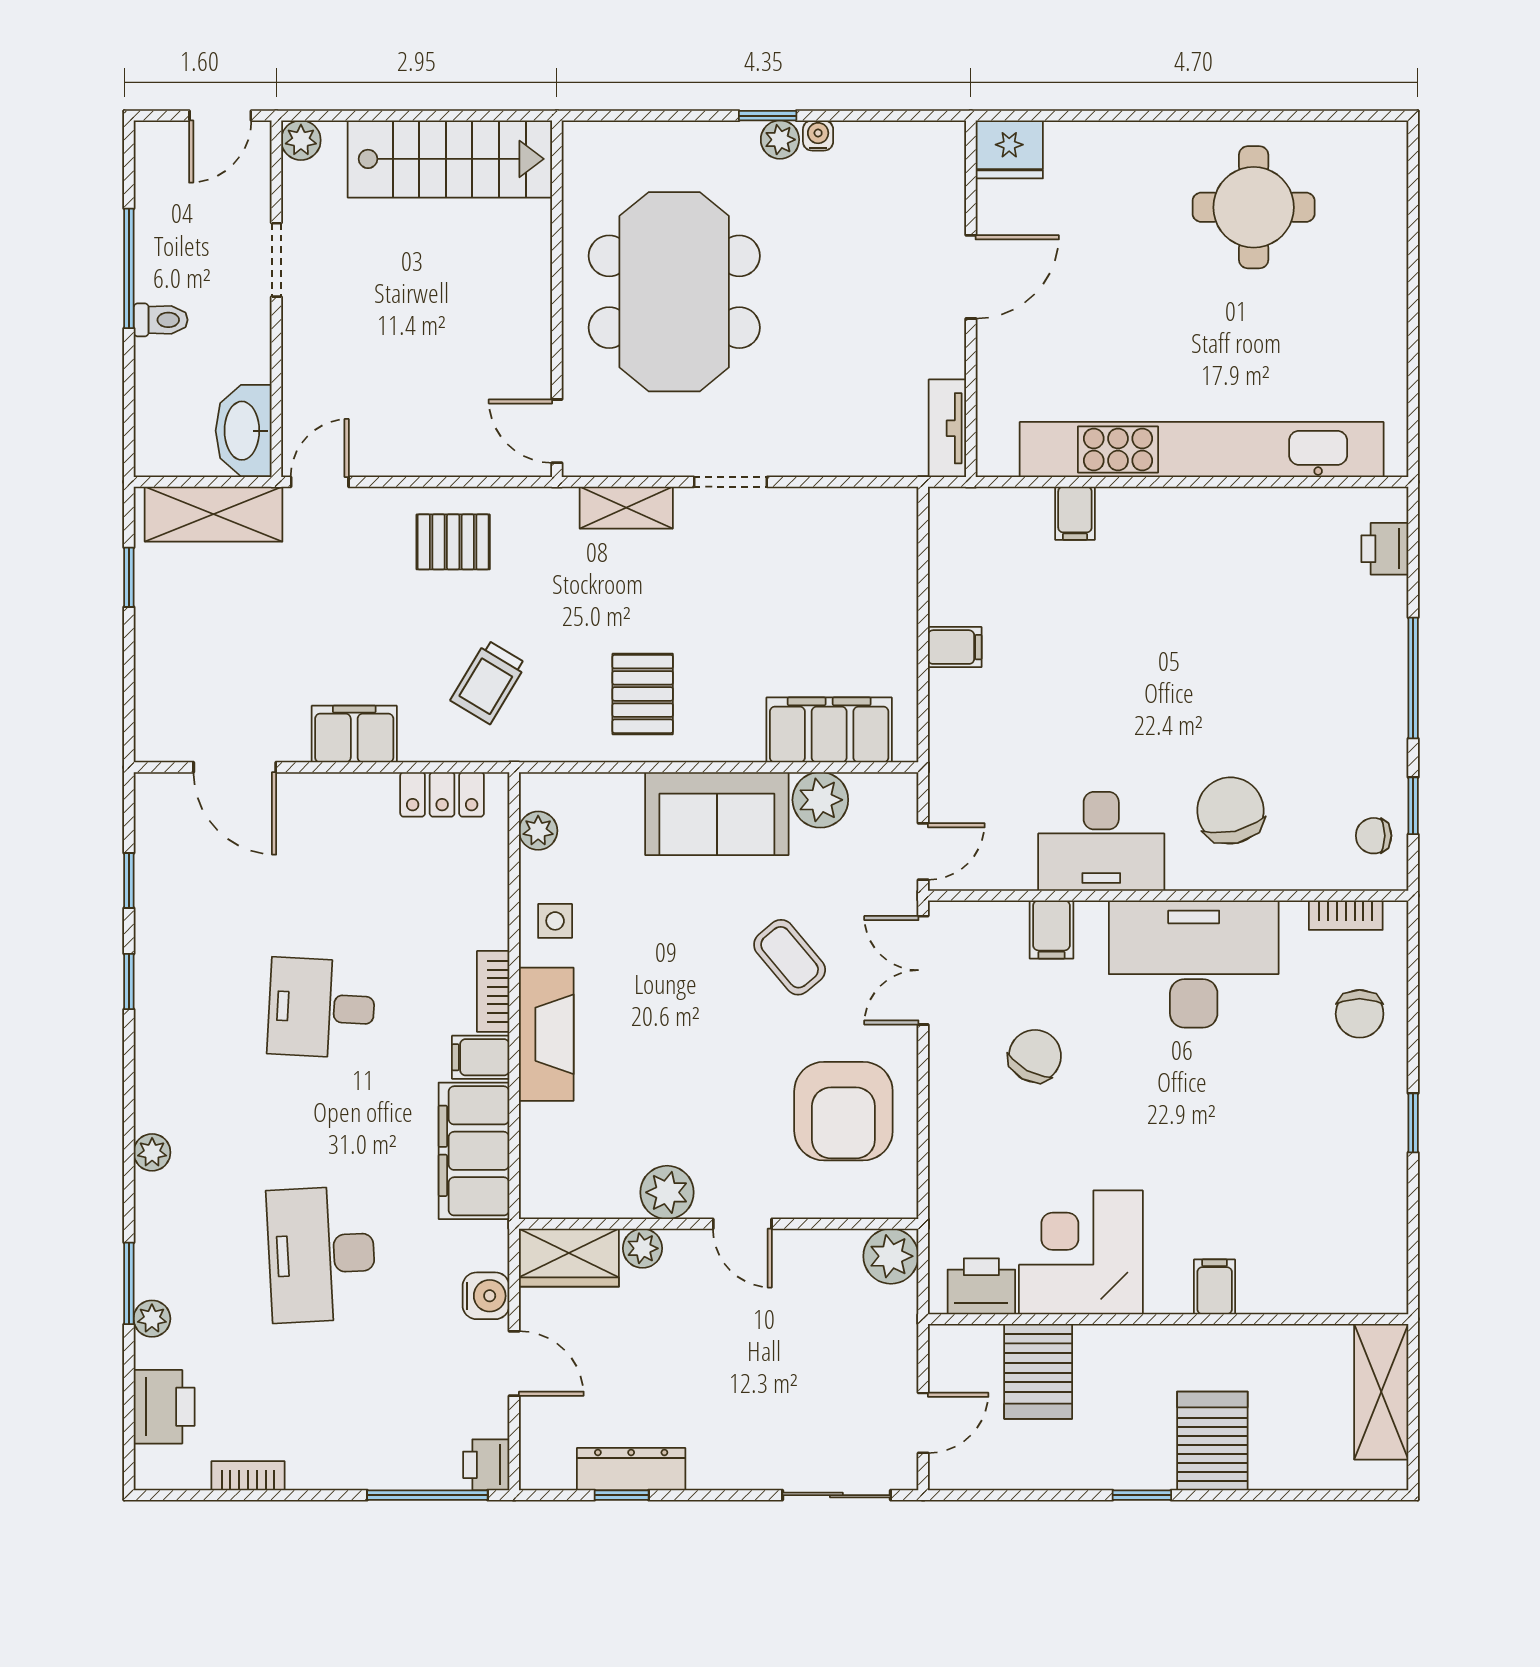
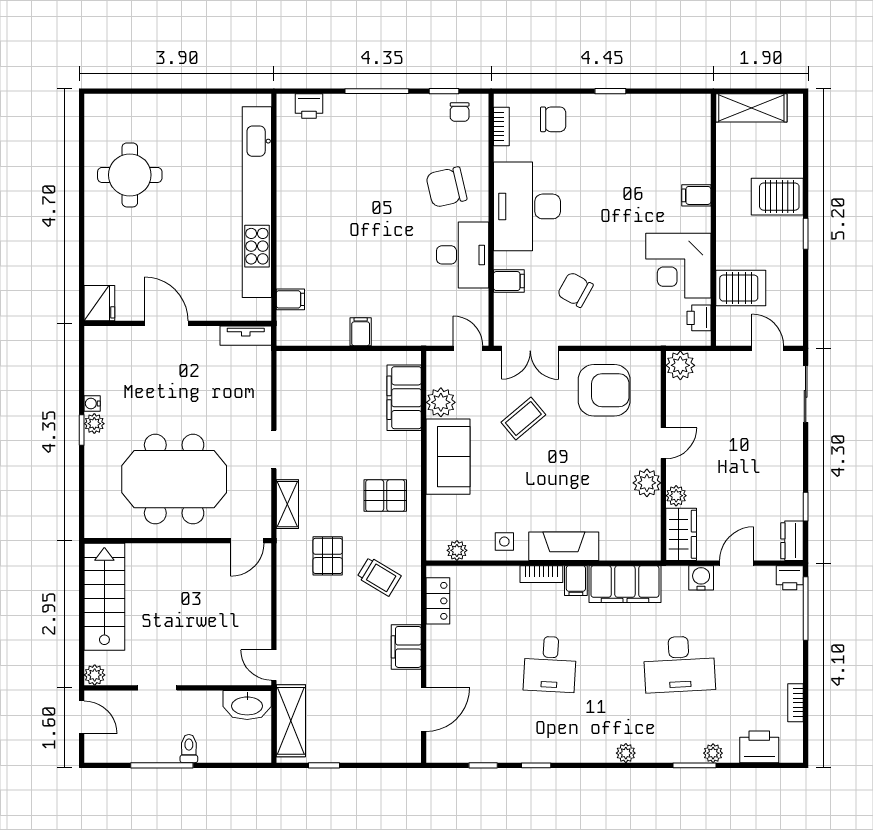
filing cabinet: (1075, 513) -> (290, 299), moved
pallet: (453, 542) -> (328, 556), moved
printer: (981, 1286) -> (699, 318), width x0.73, depth x0.81
dresser: (631, 1469) -> (792, 541), moved, width x0.70

